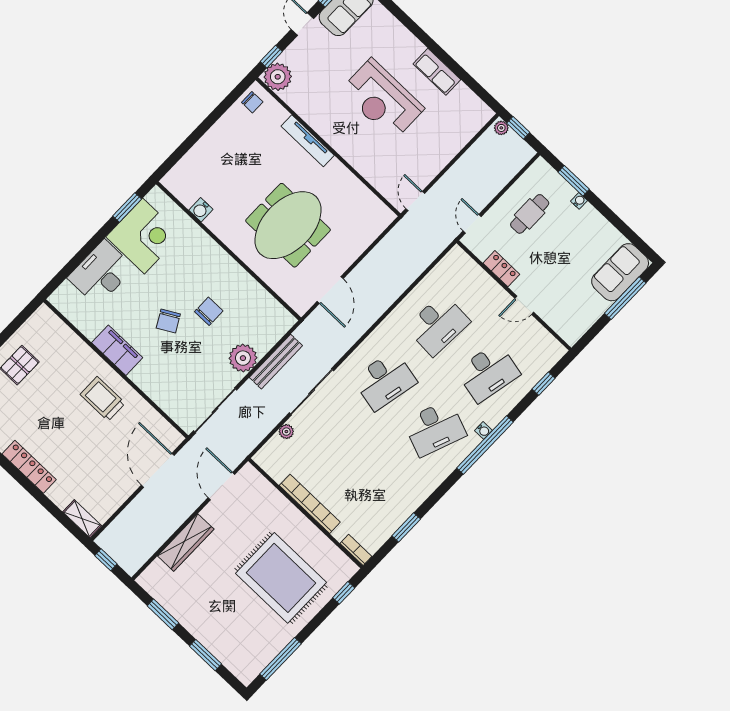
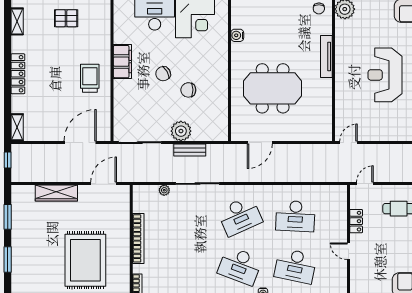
chair: (209, 311) -> (188, 90), turned 180
bench: (276, 362) -> (190, 150), width x0.73
desk: (385, 380) -> (240, 216), turned -36

